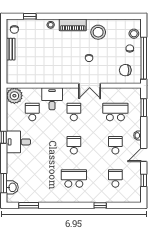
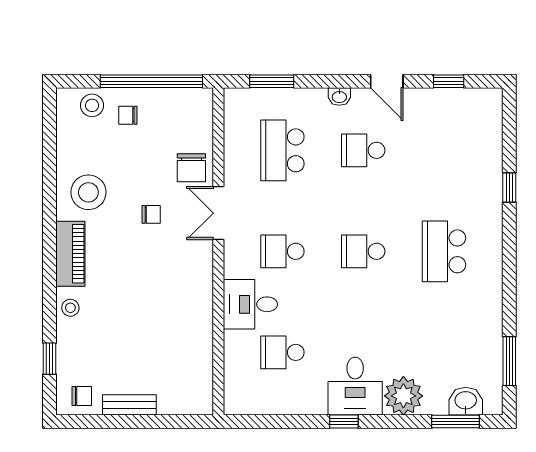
chair: (125, 70) -> (191, 168), moved
double door: (90, 86) -> (218, 213), swing flipped
plant: (14, 96) -> (403, 396), moved
school desk: (115, 178) -> (444, 150), removed

